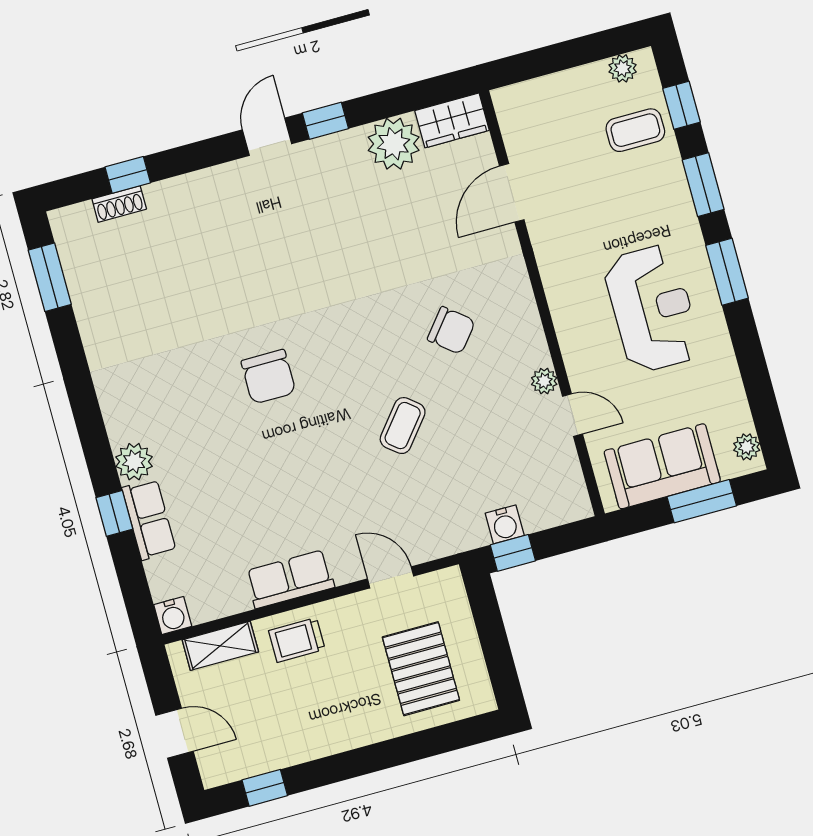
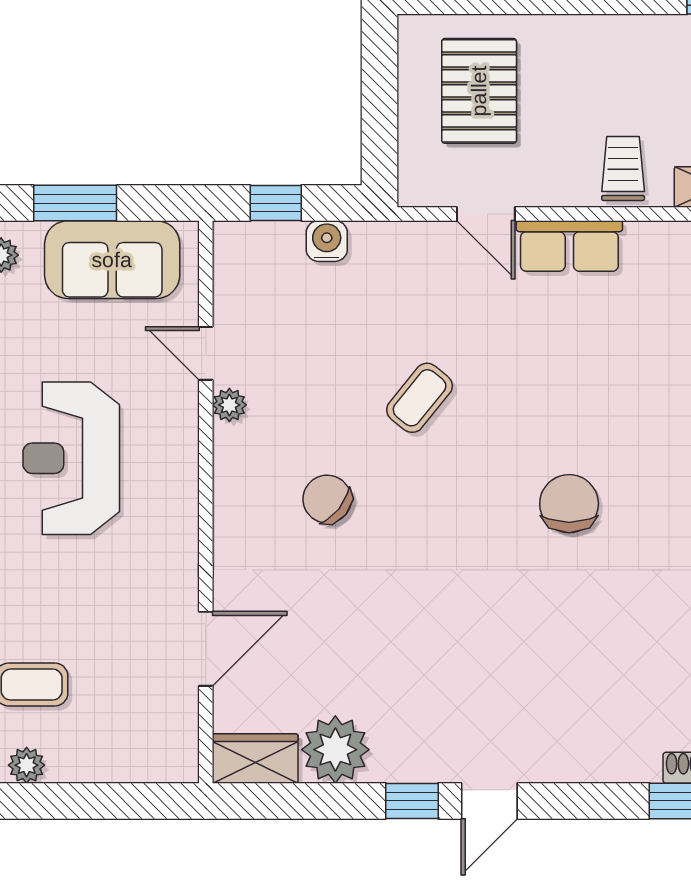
window: (513, 553) -> (276, 203), moved
row of seats: (290, 579) -> (569, 246), moved
trolley: (297, 640) -> (623, 168), turned -90

